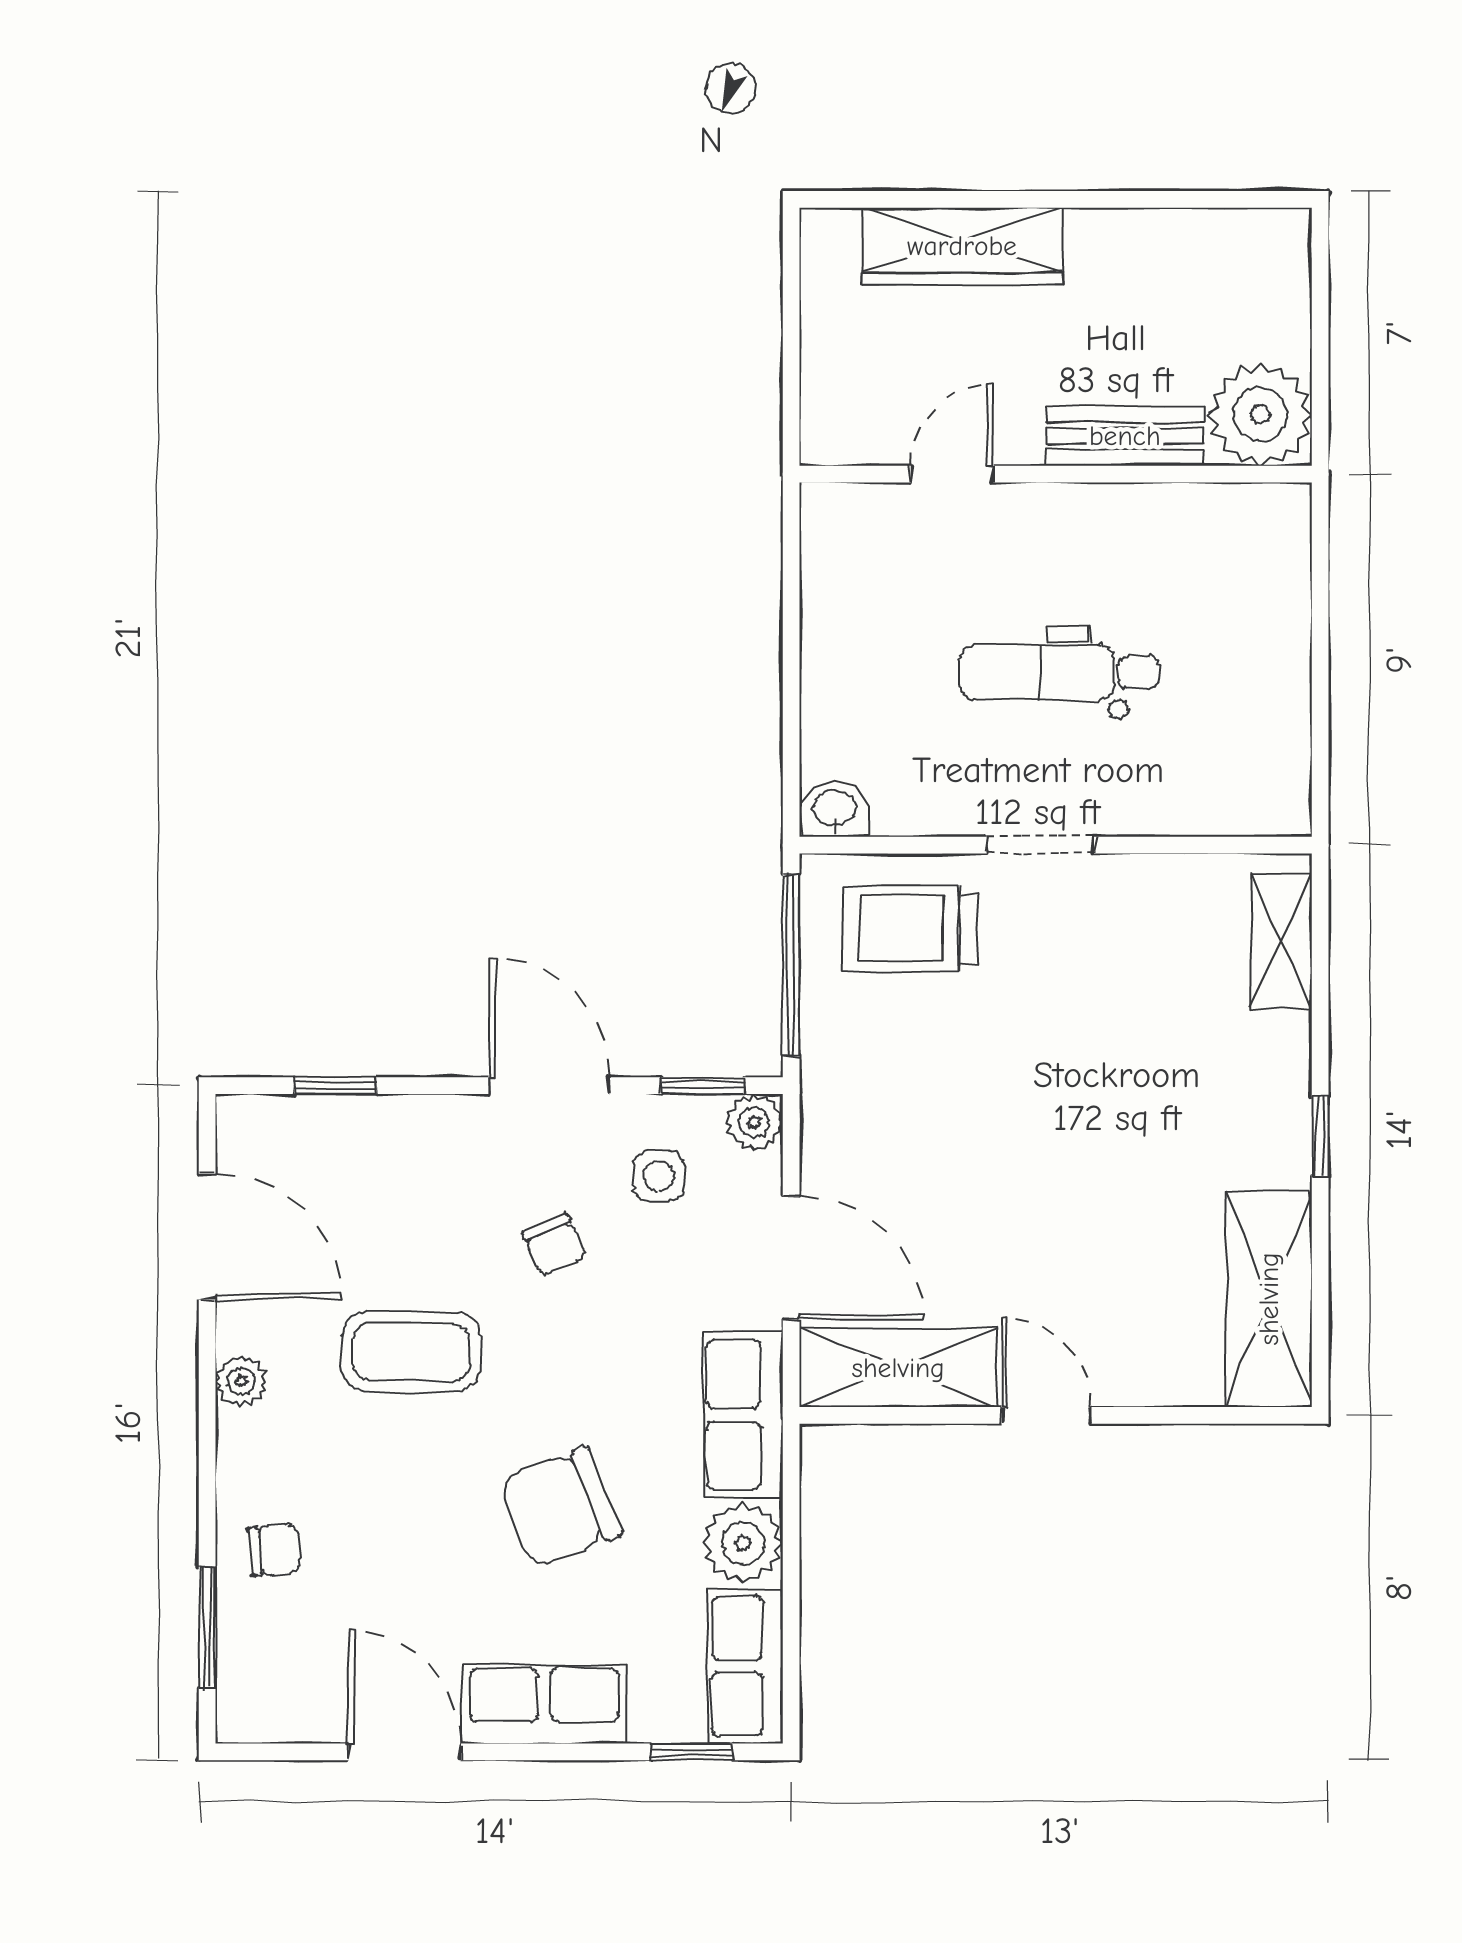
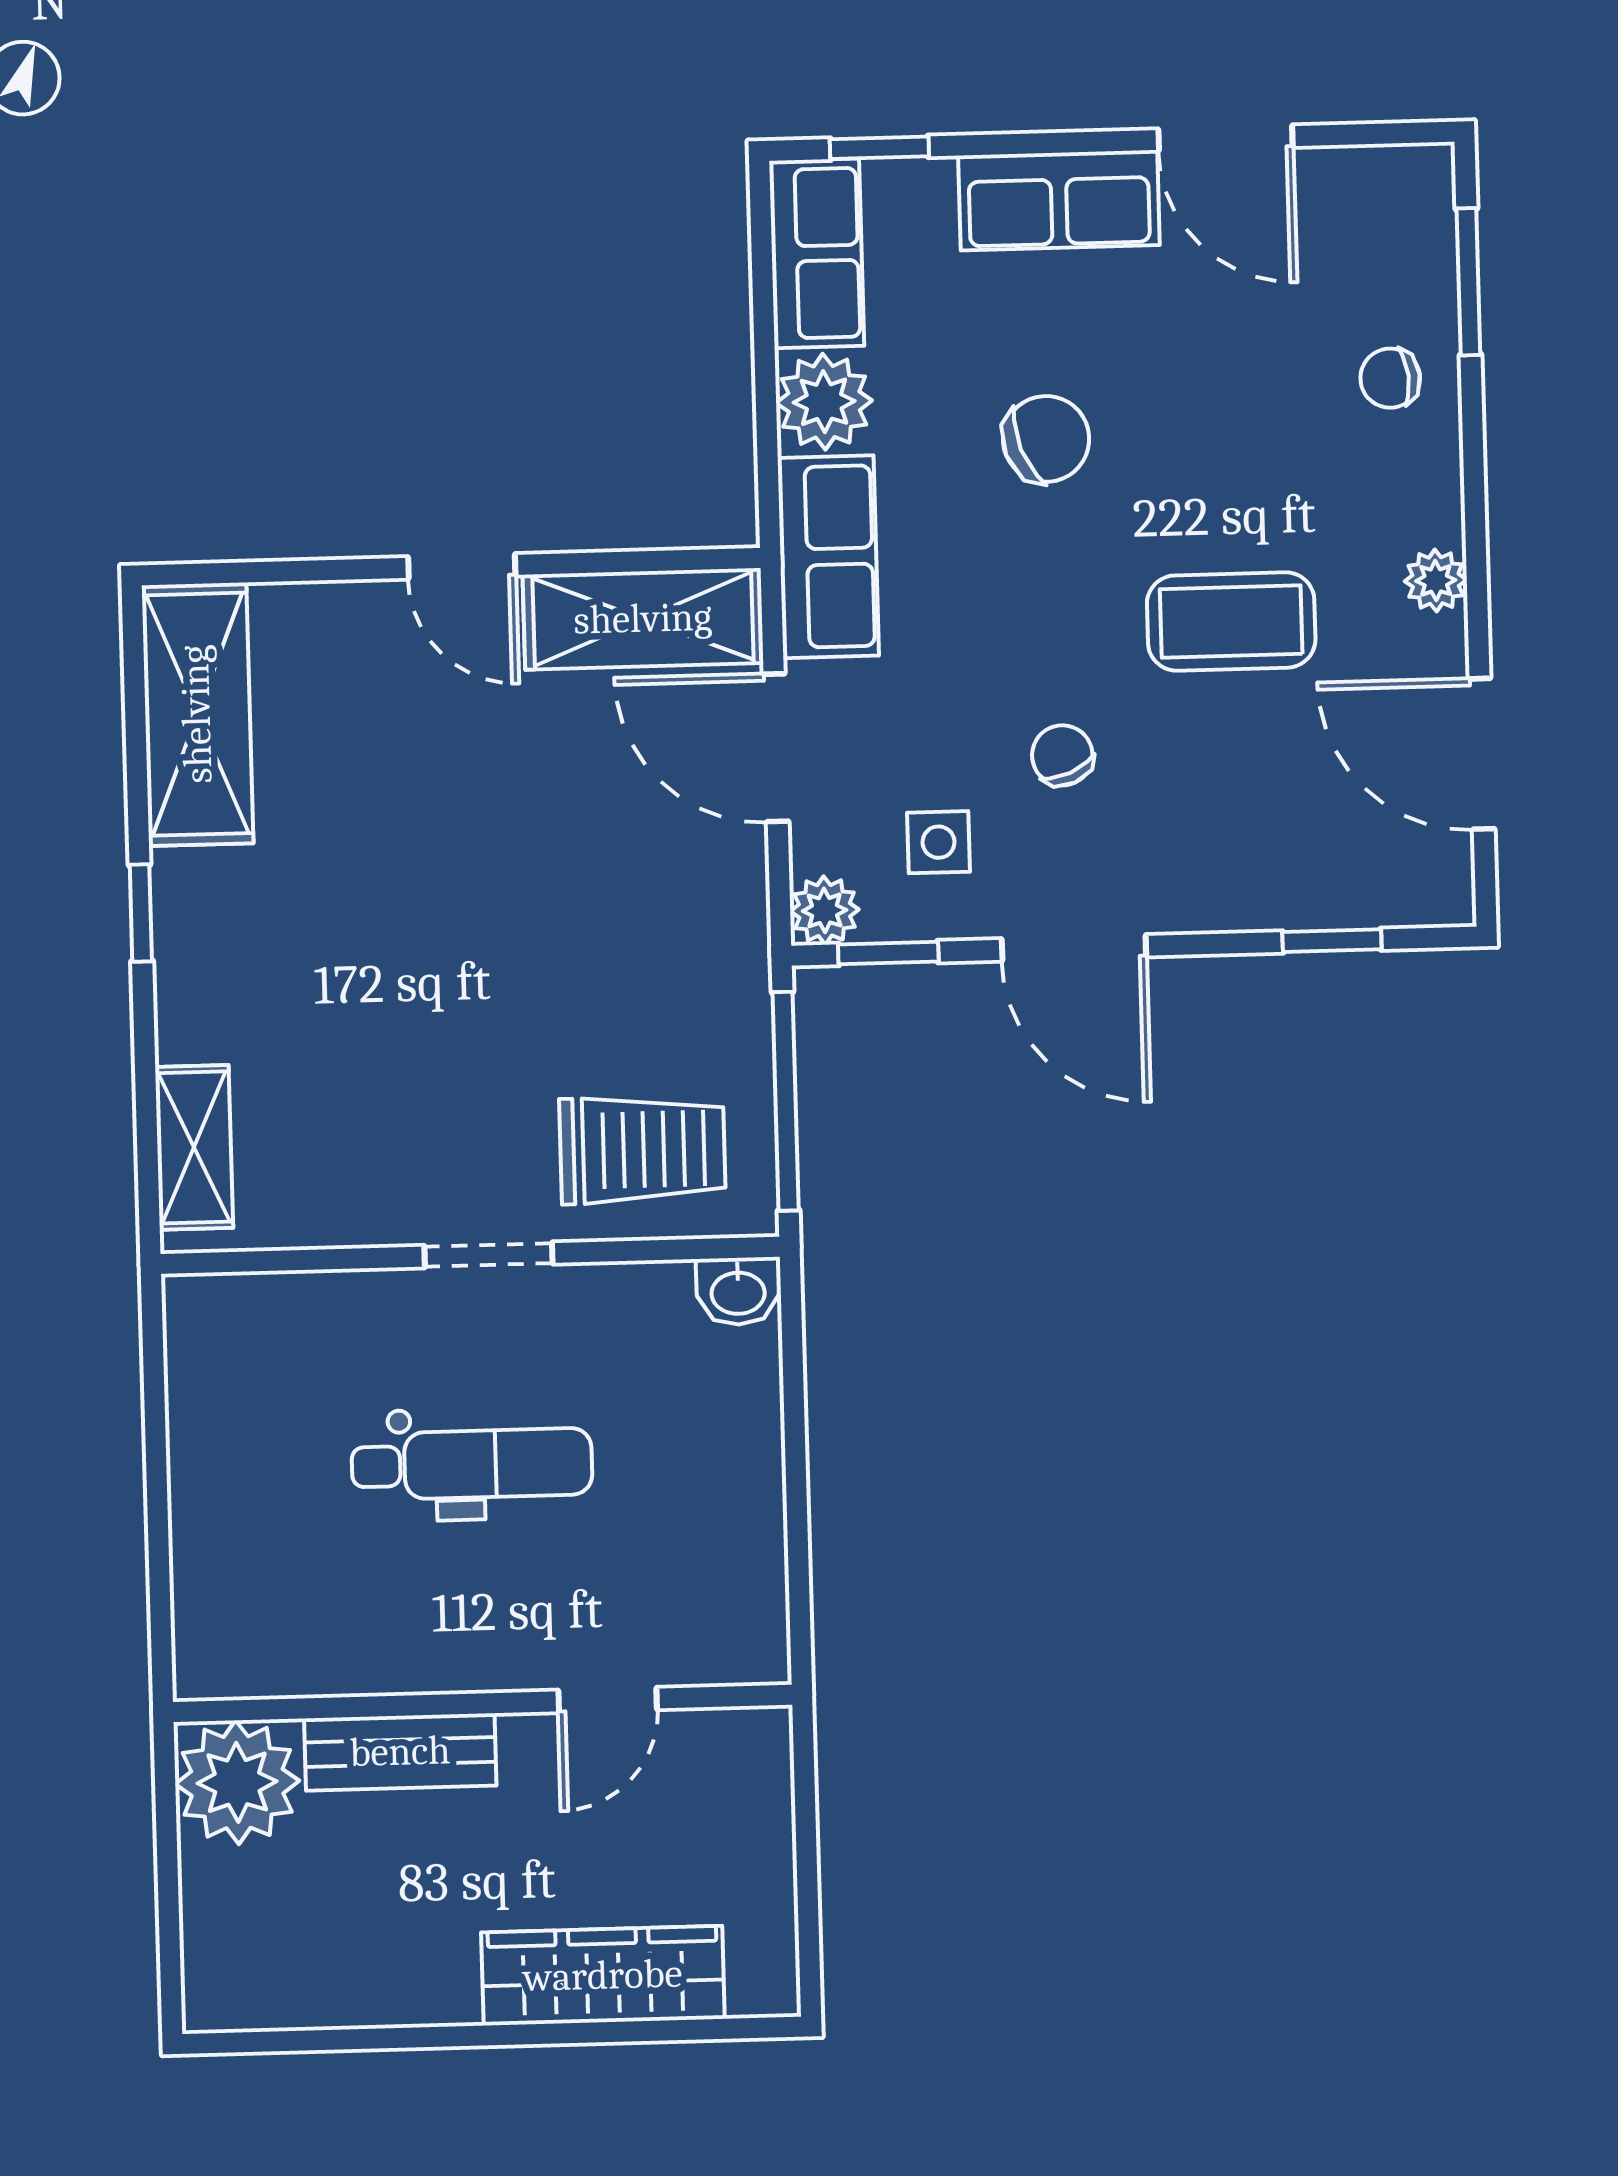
chair: (560, 1507) -> (1046, 439), width x0.73, depth x0.73

